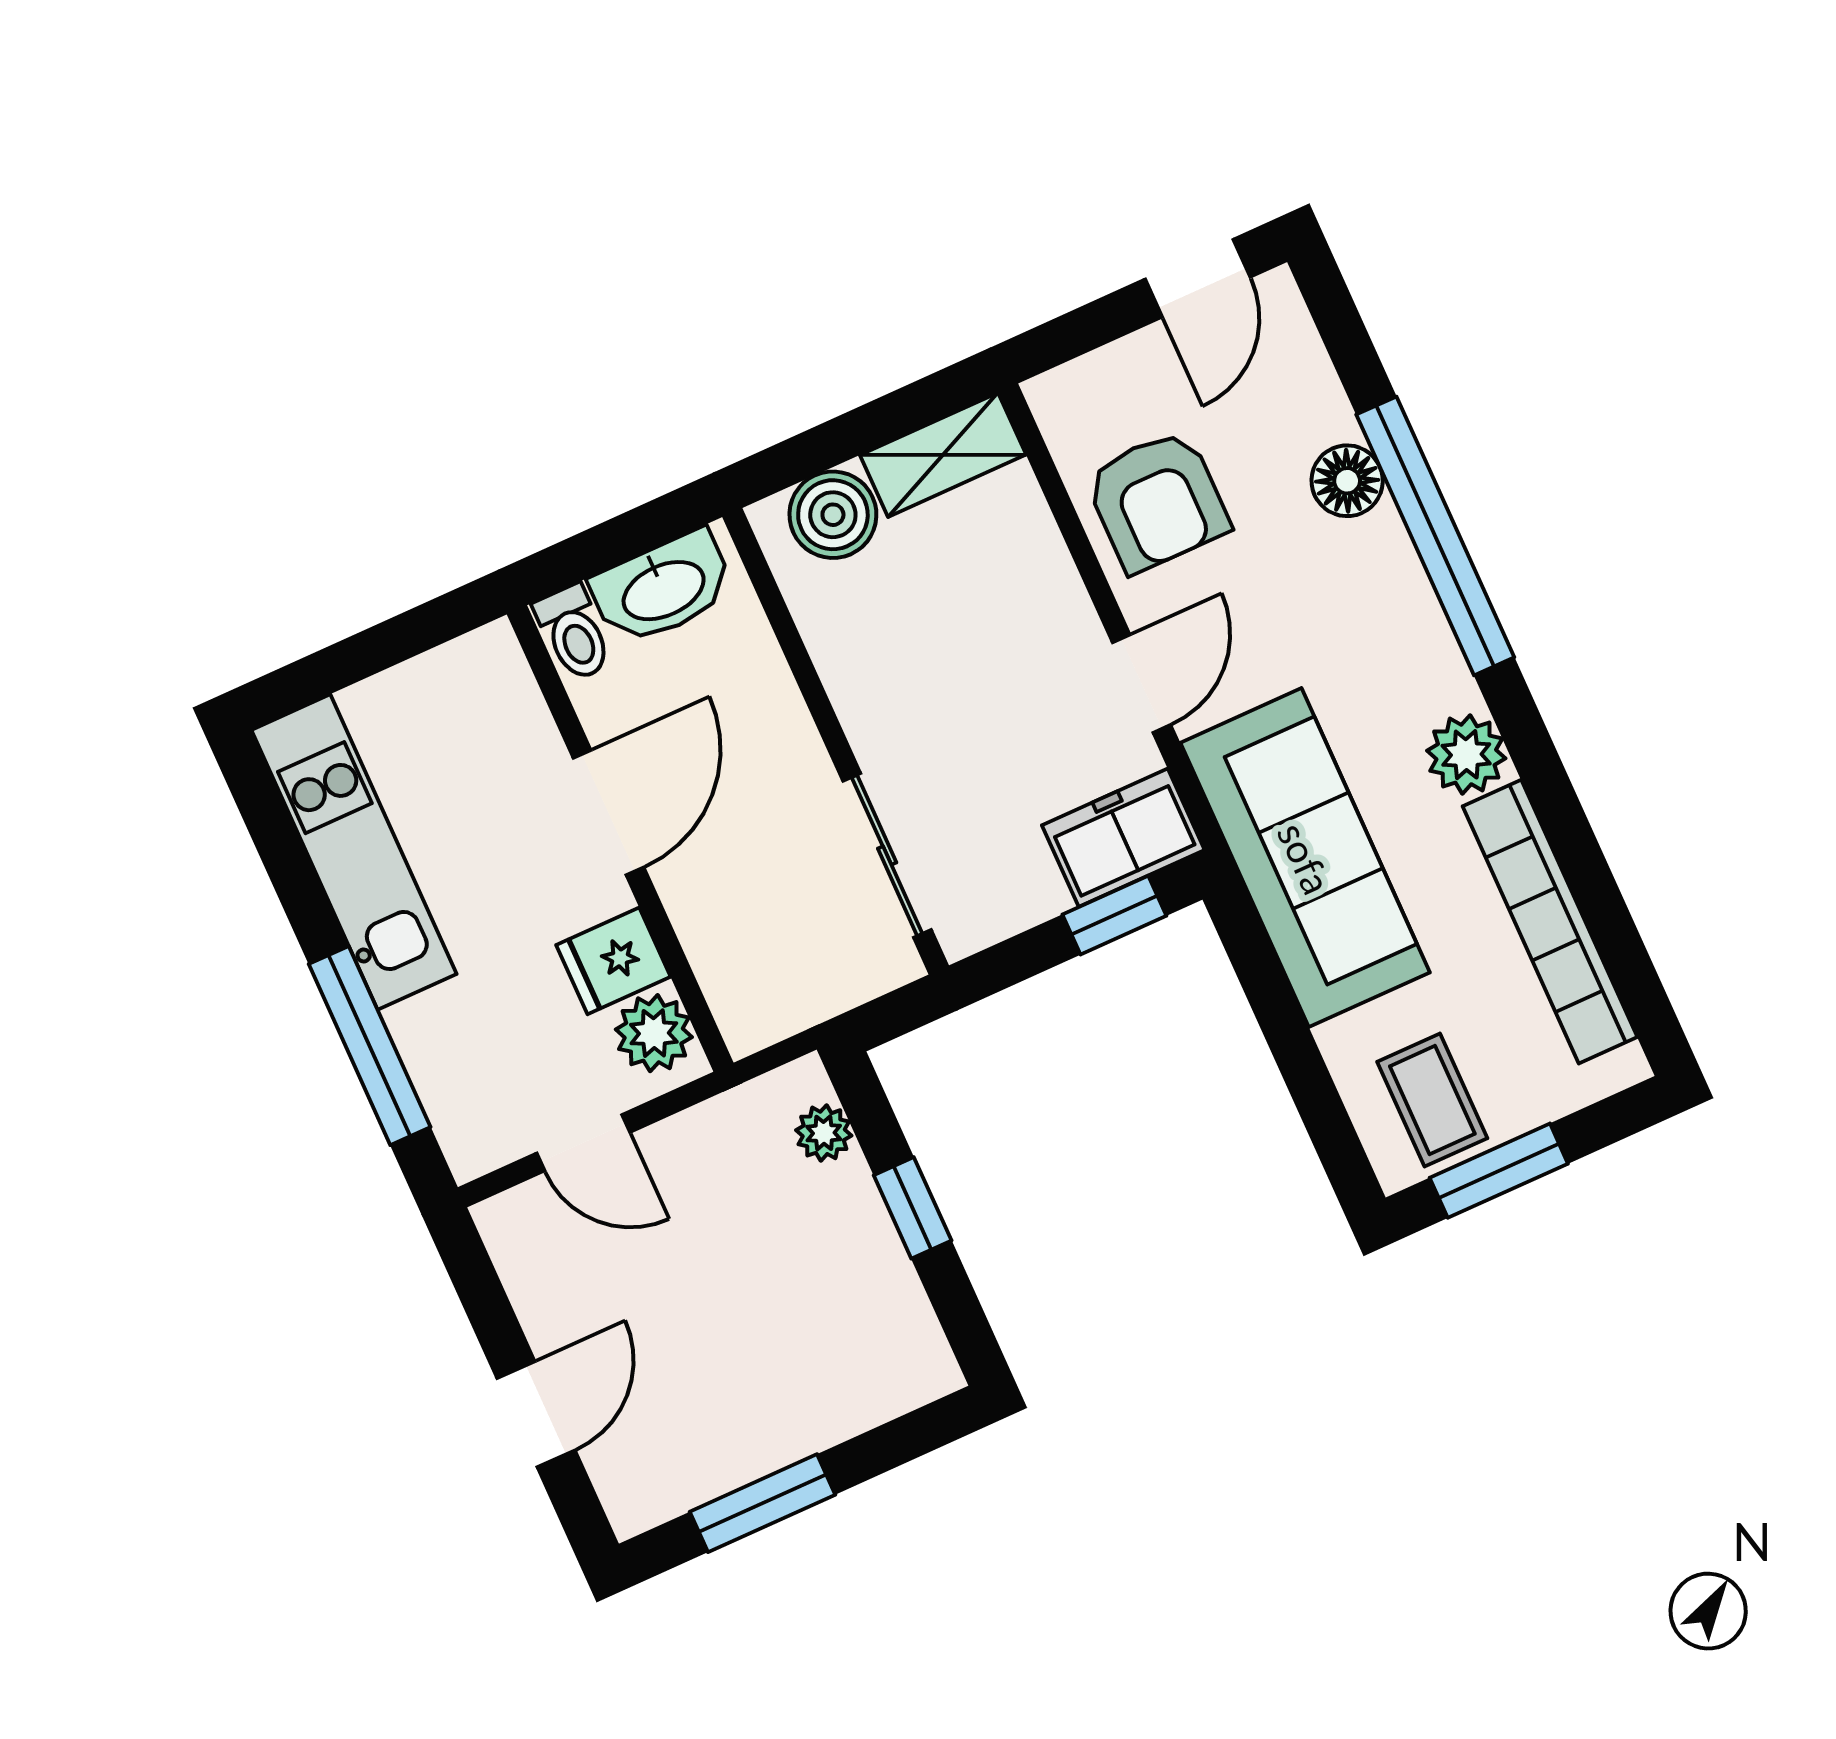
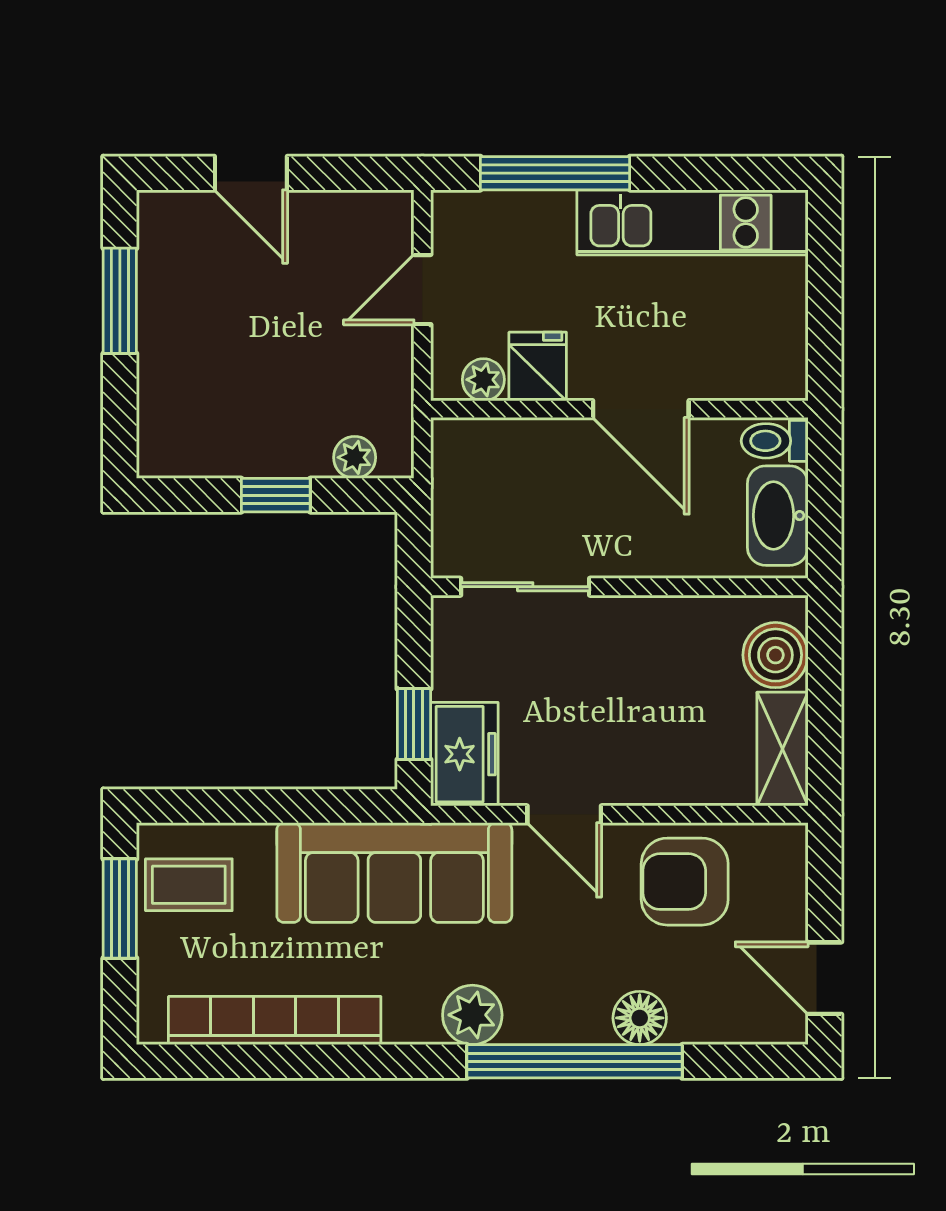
plant: (1466, 755) -> (472, 1015), moved
plant: (654, 1033) -> (483, 380), width x0.73, depth x0.73

